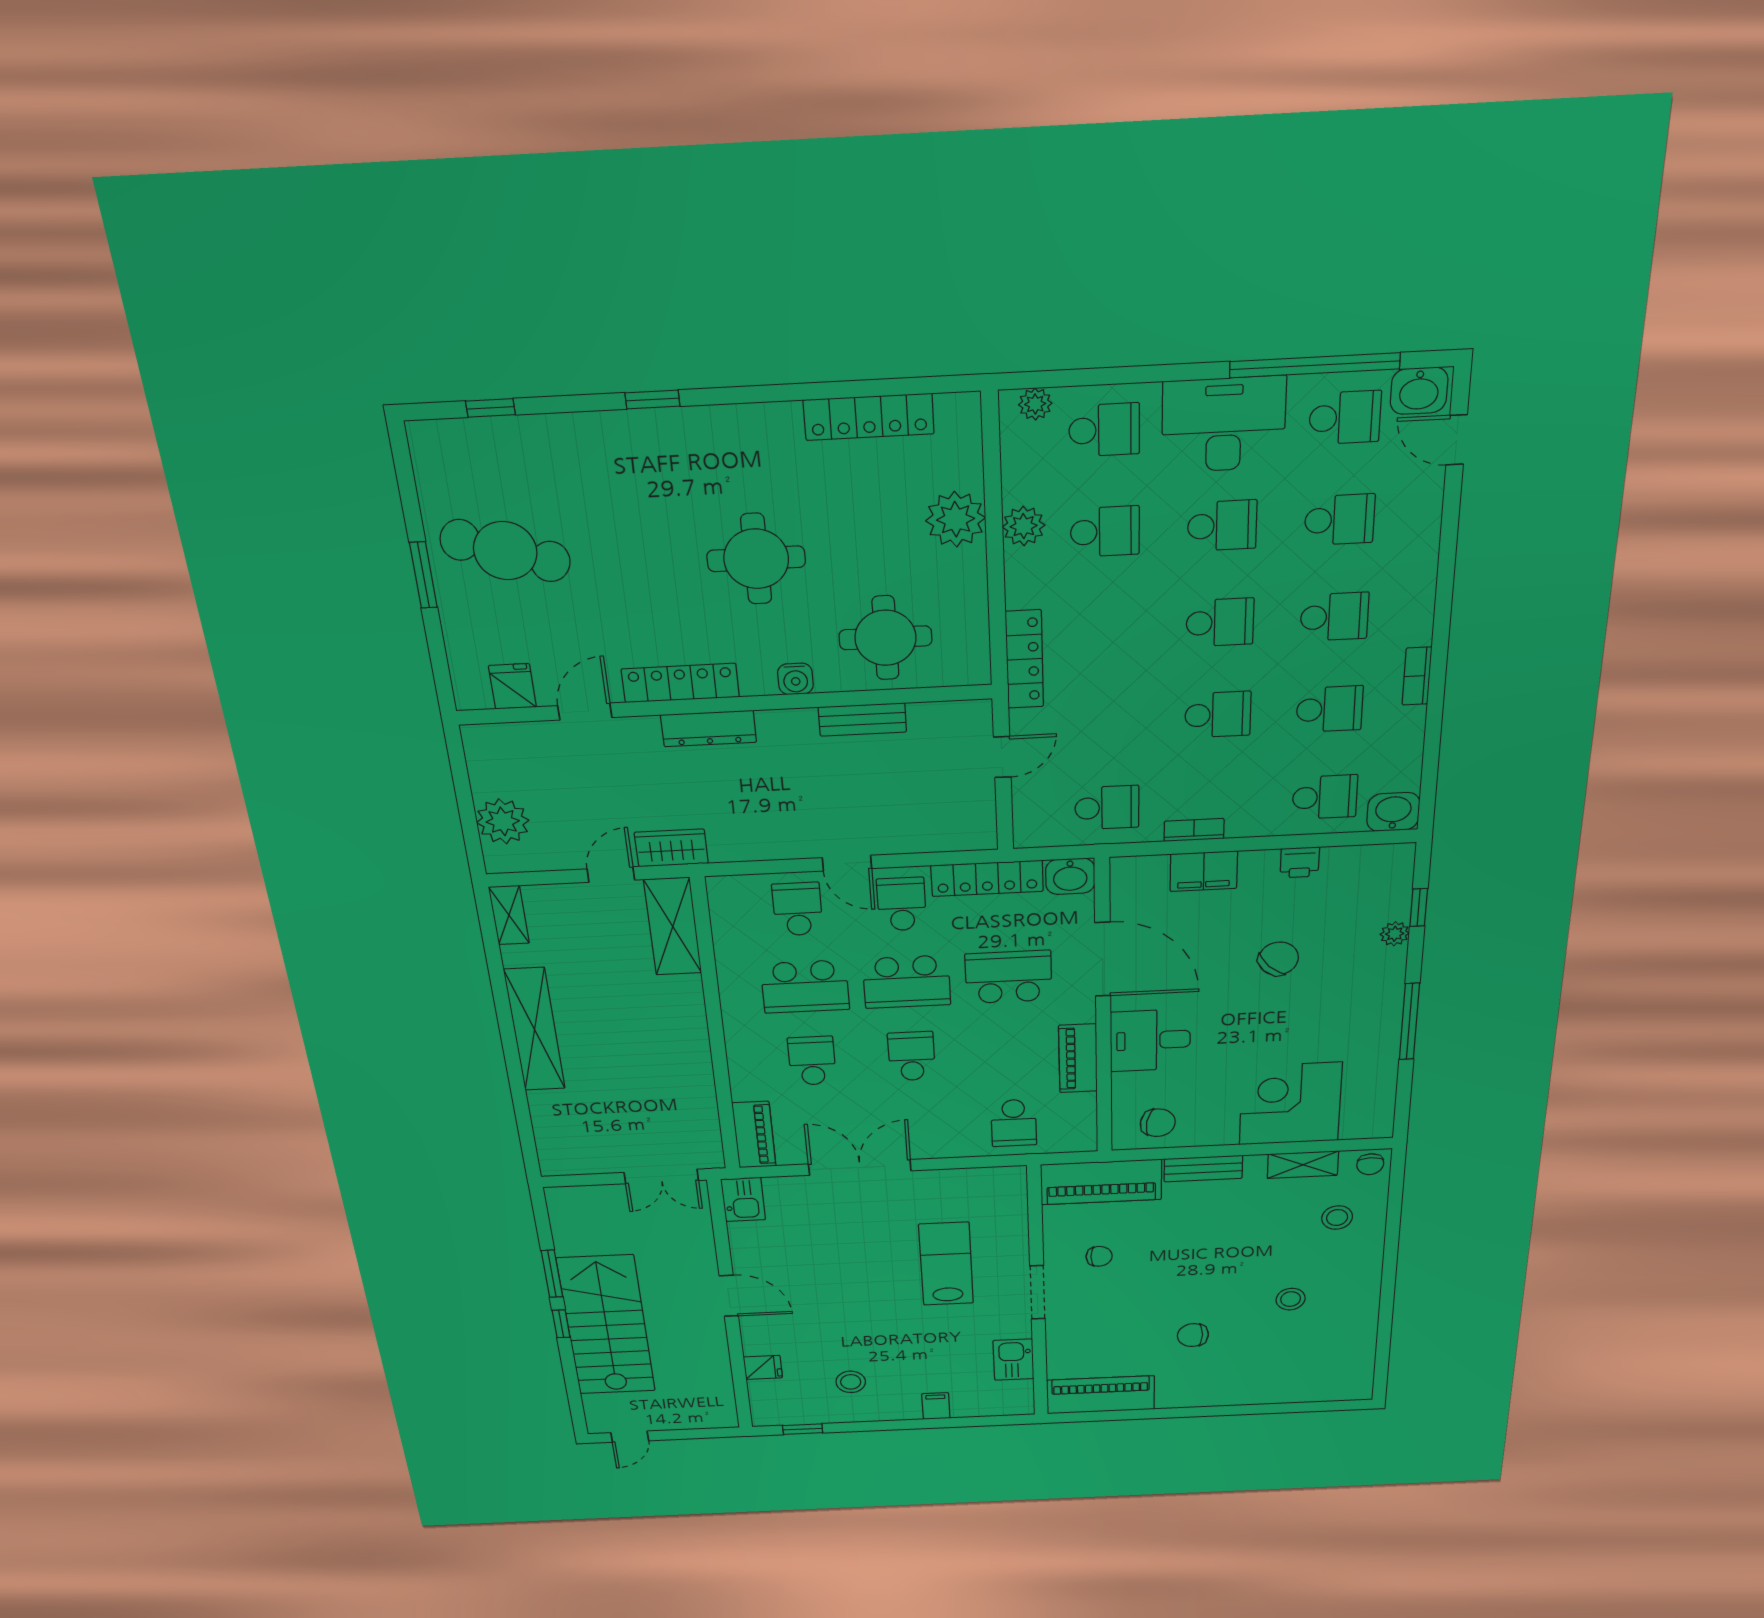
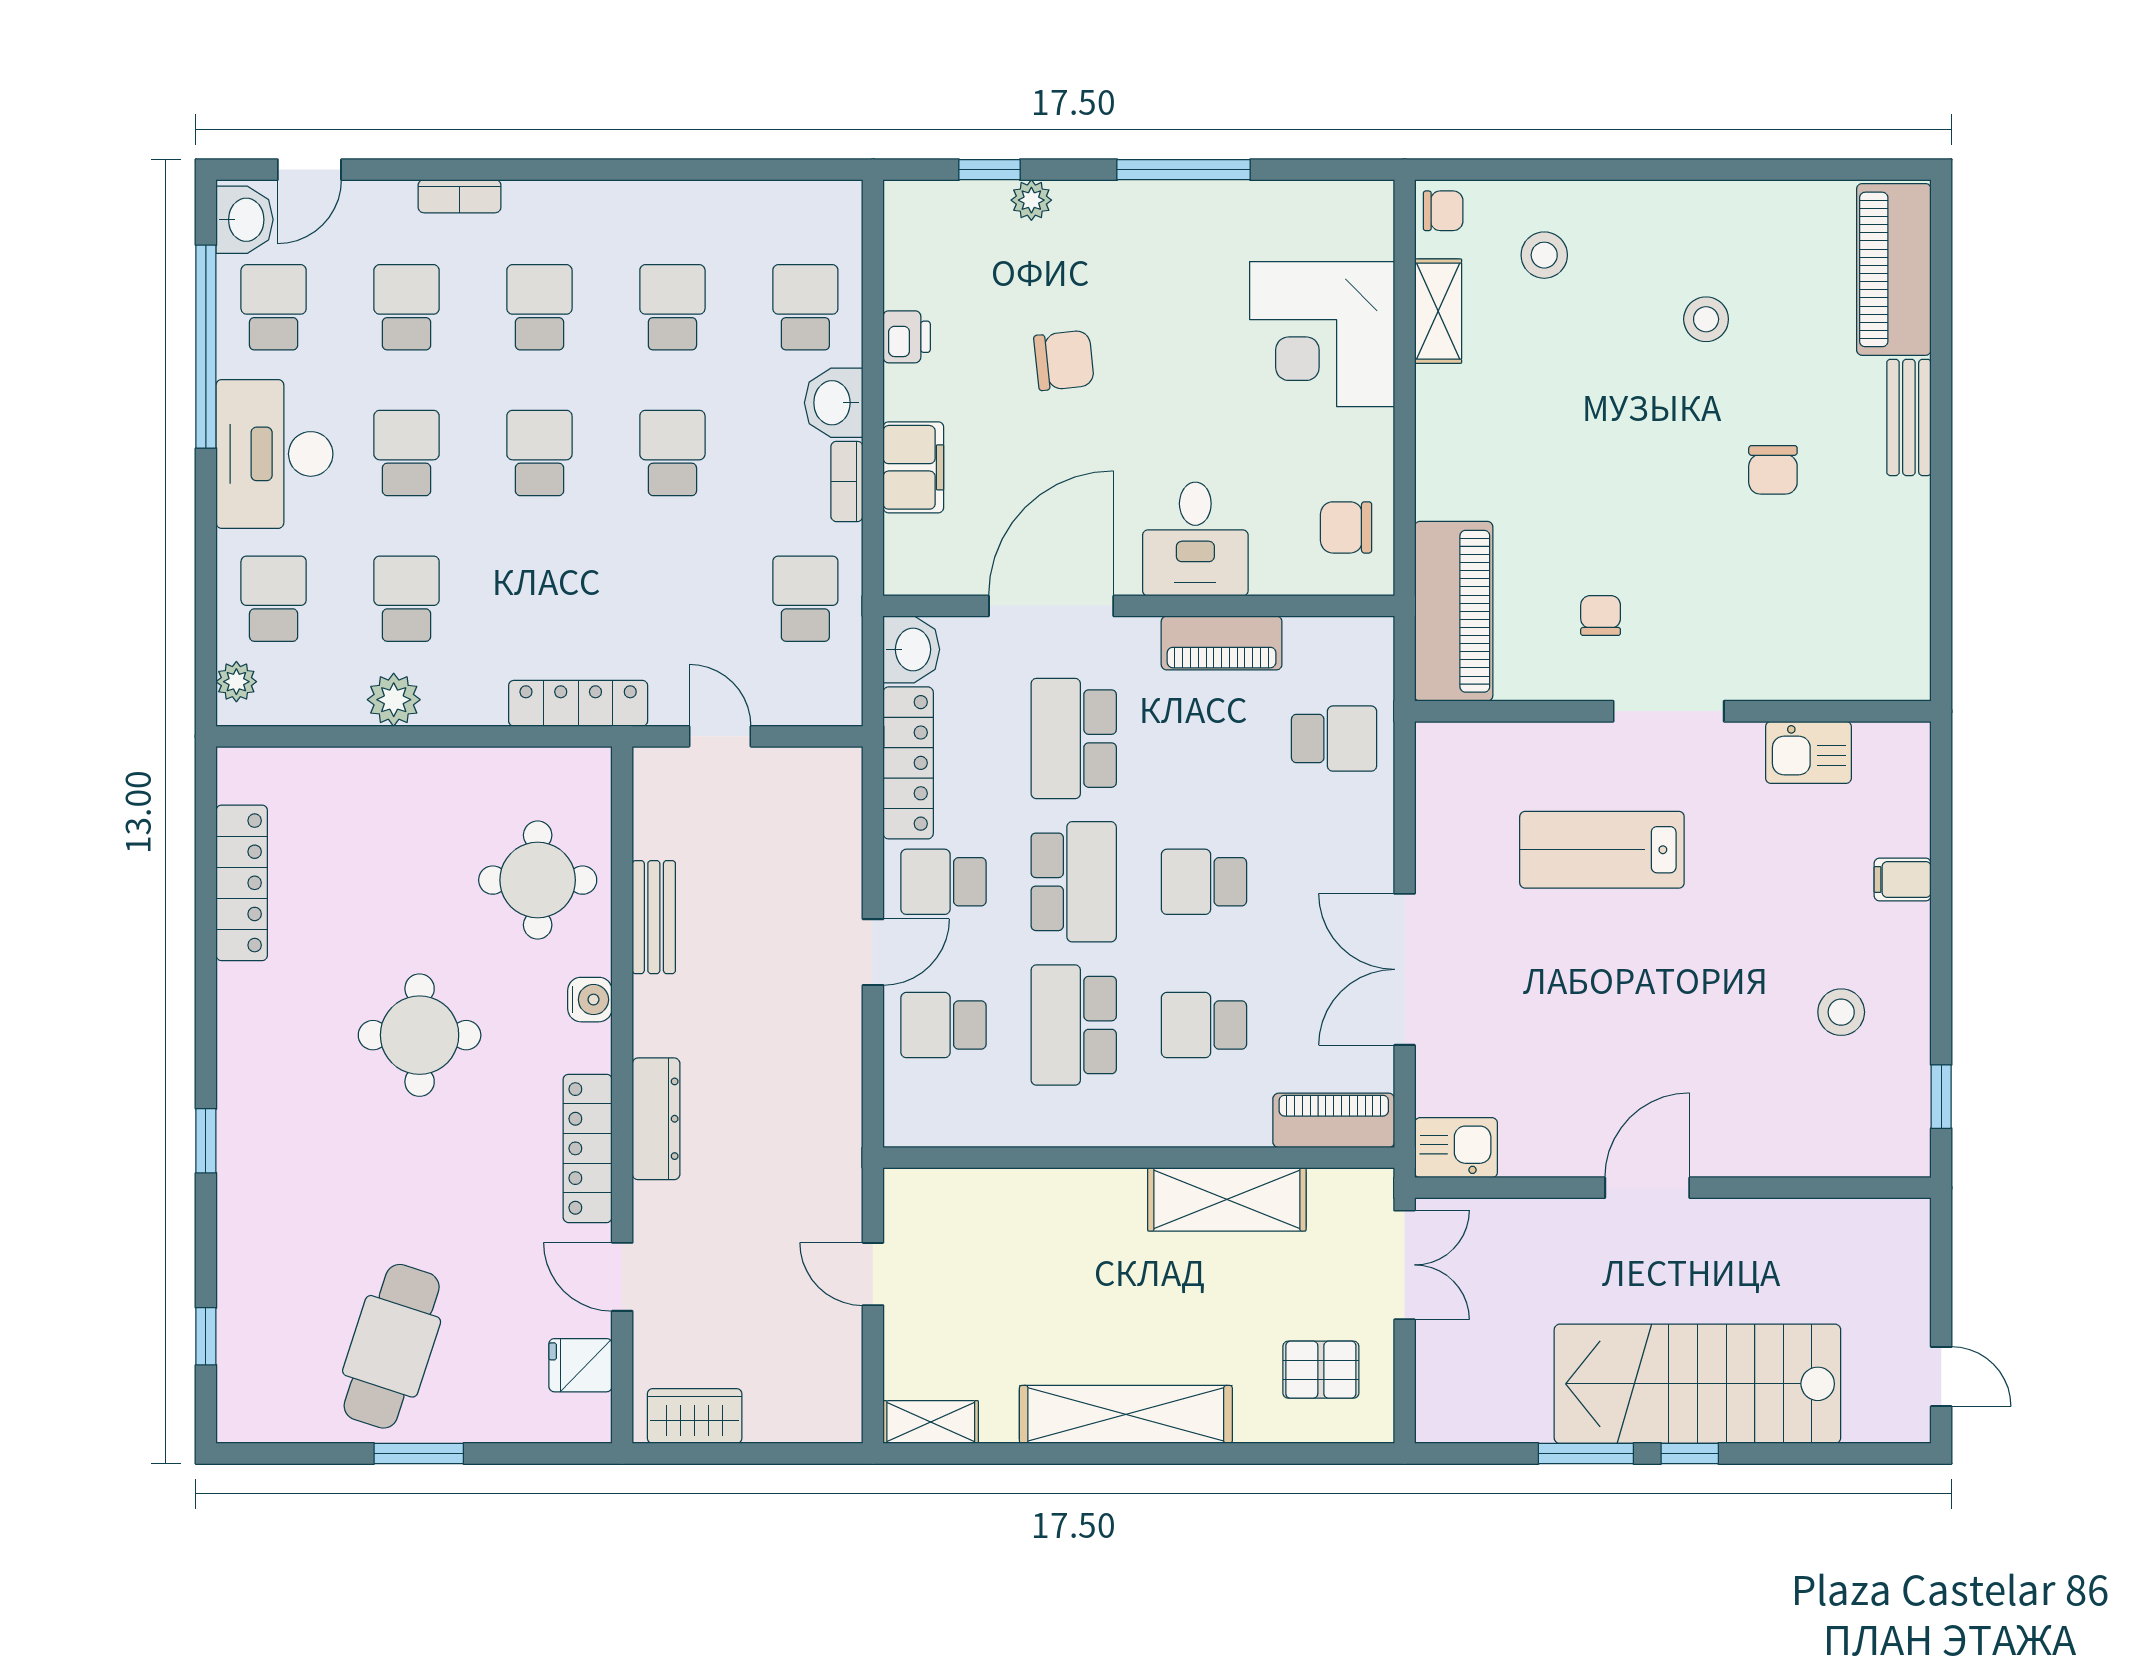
plant: (956, 519) -> (380, 784), removed
bookcase: (1417, 676) -> (460, 196), moved
washbasin: (1393, 812) -> (834, 403), moved
plant: (503, 821) -> (781, 1408), removed
wardrobe: (671, 848) -> (695, 1416), moved, turned 90
shelving: (673, 927) -> (1227, 1199), moved
chair: (1278, 959) -> (1064, 360), turned 128
school desk: (805, 987) -> (1074, 1025), turned 180
chair: (1158, 1123) -> (1346, 527), turned -100
pallet: (584, 1136) -> (1321, 1370), added
bench: (1203, 1169) -> (1909, 417), moved
fridge: (763, 1367) -> (1801, 1149), removed
piano: (1101, 1395) -> (1894, 269), moved

